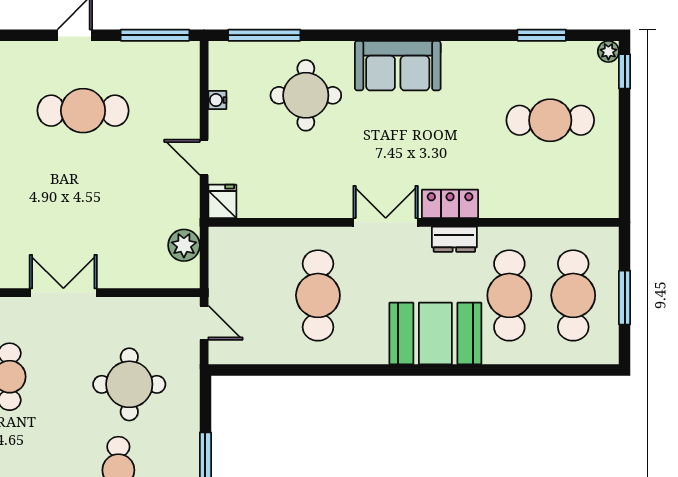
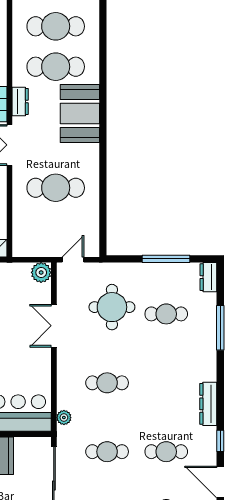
plant: (184, 245) -> (41, 272), moved
double door: (63, 293) -> (54, 326), moved

